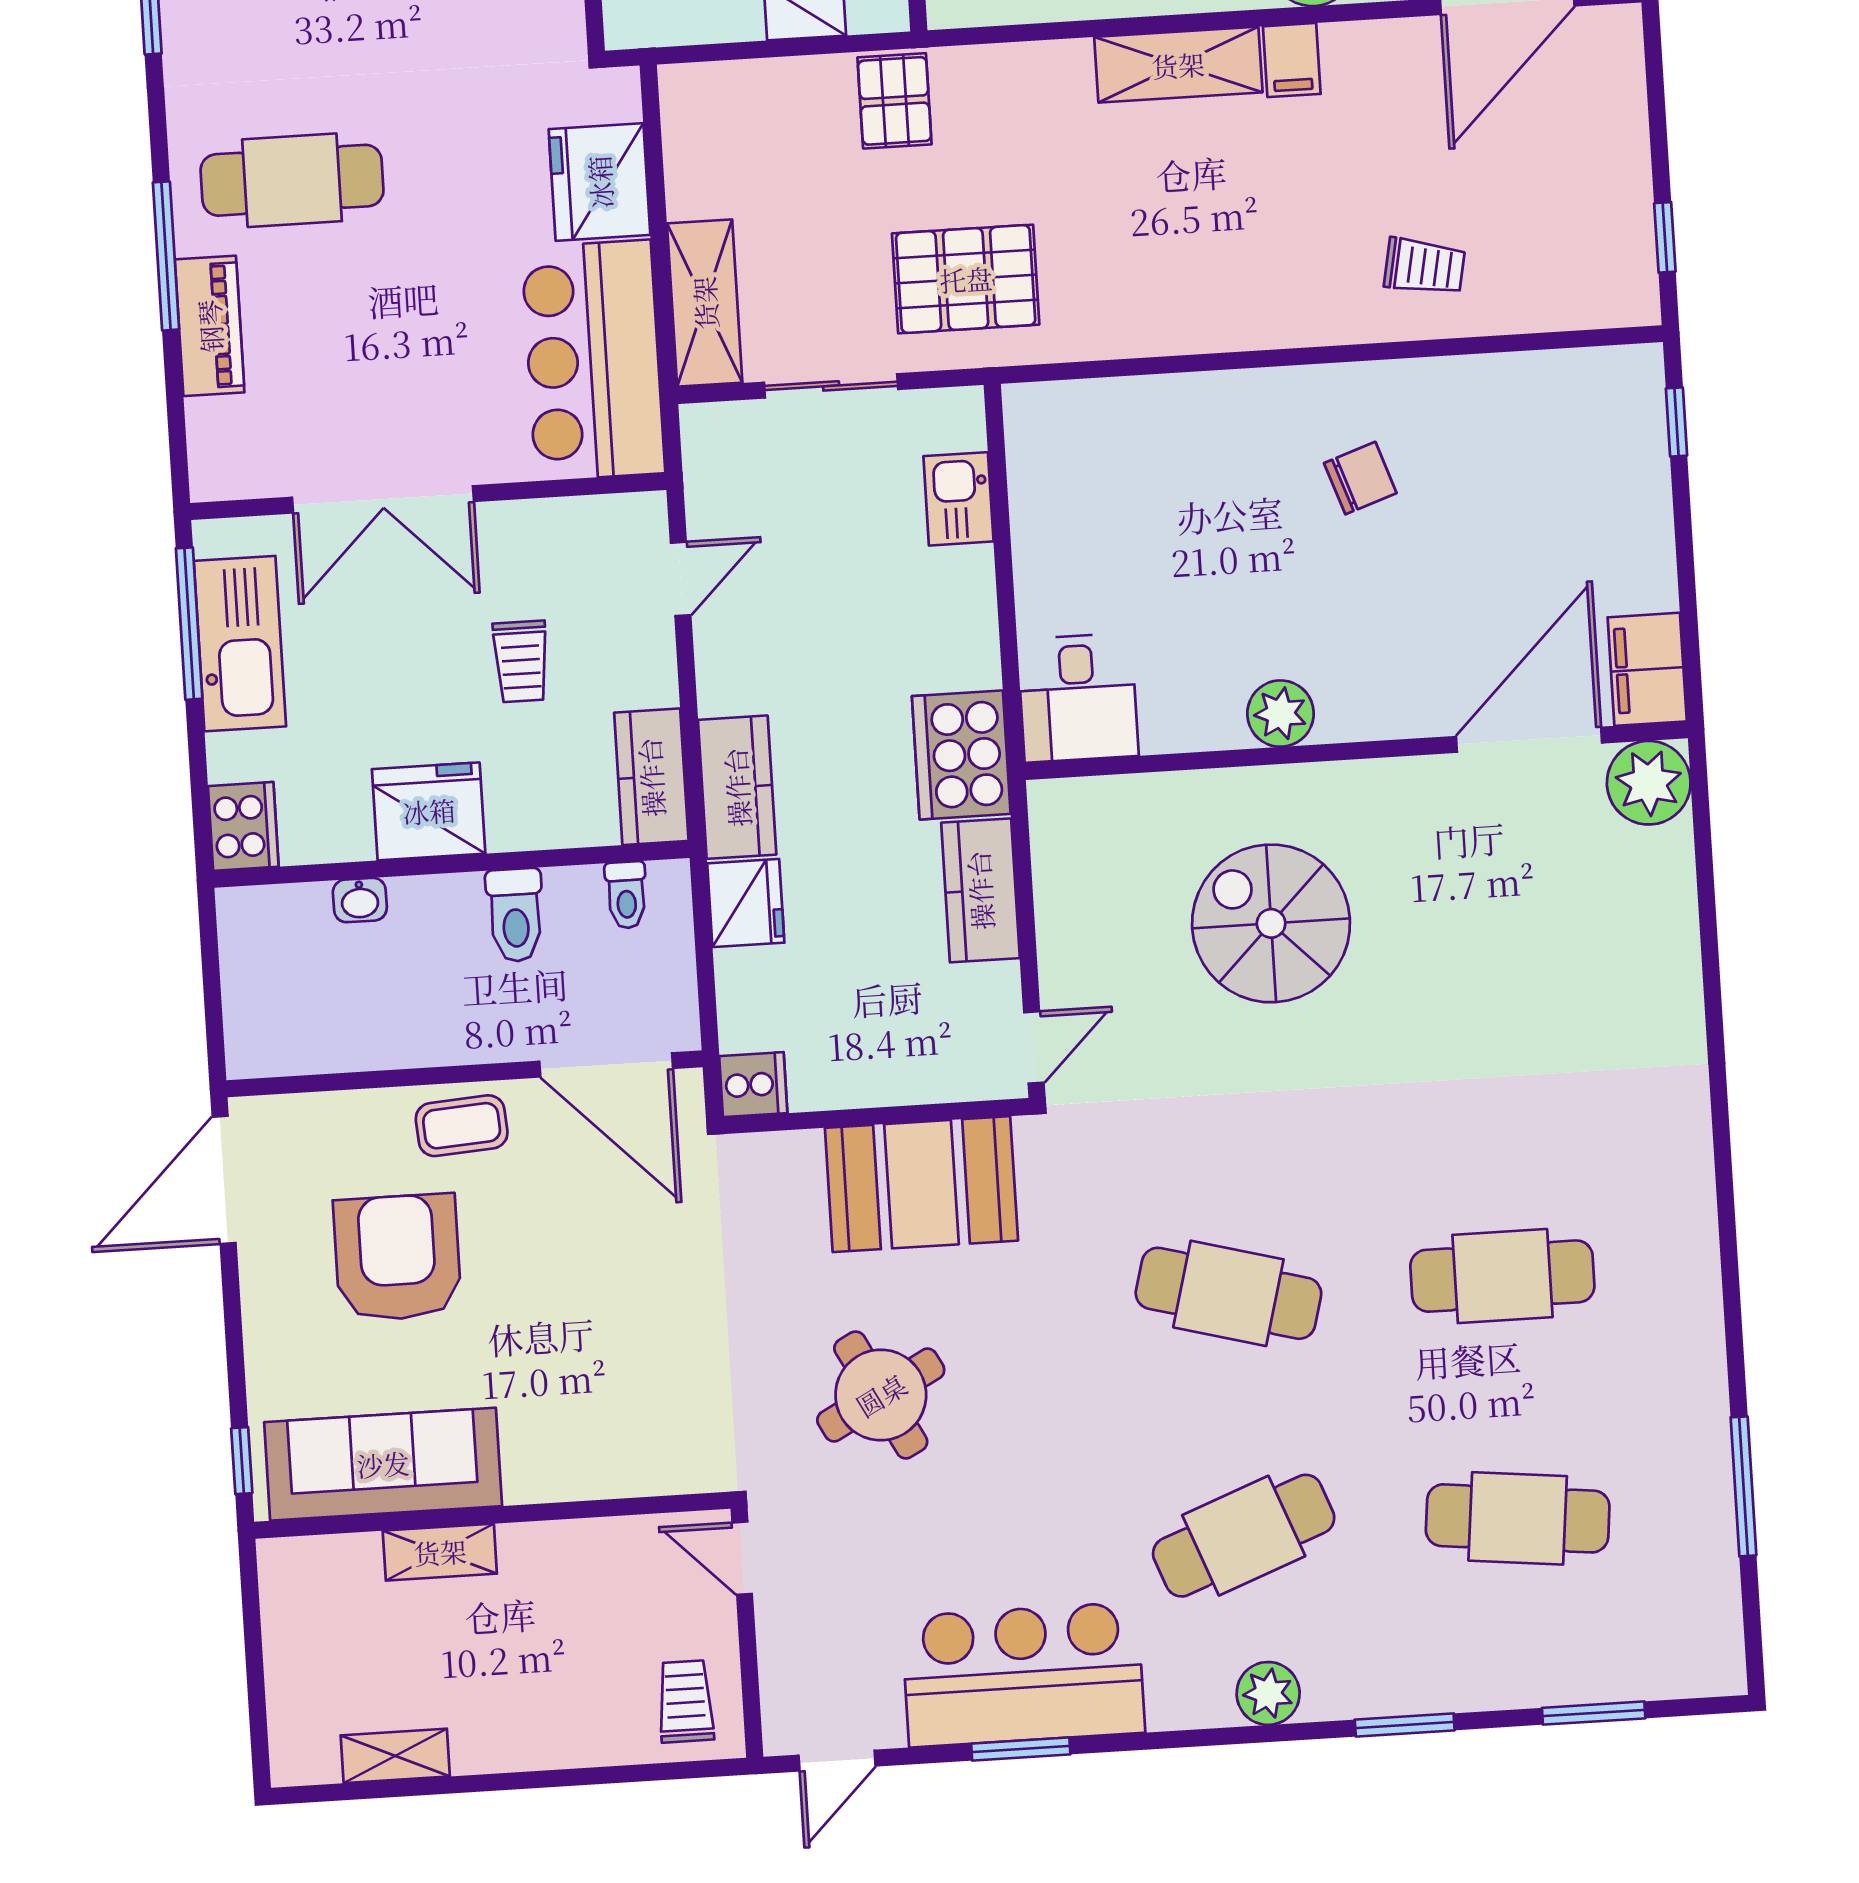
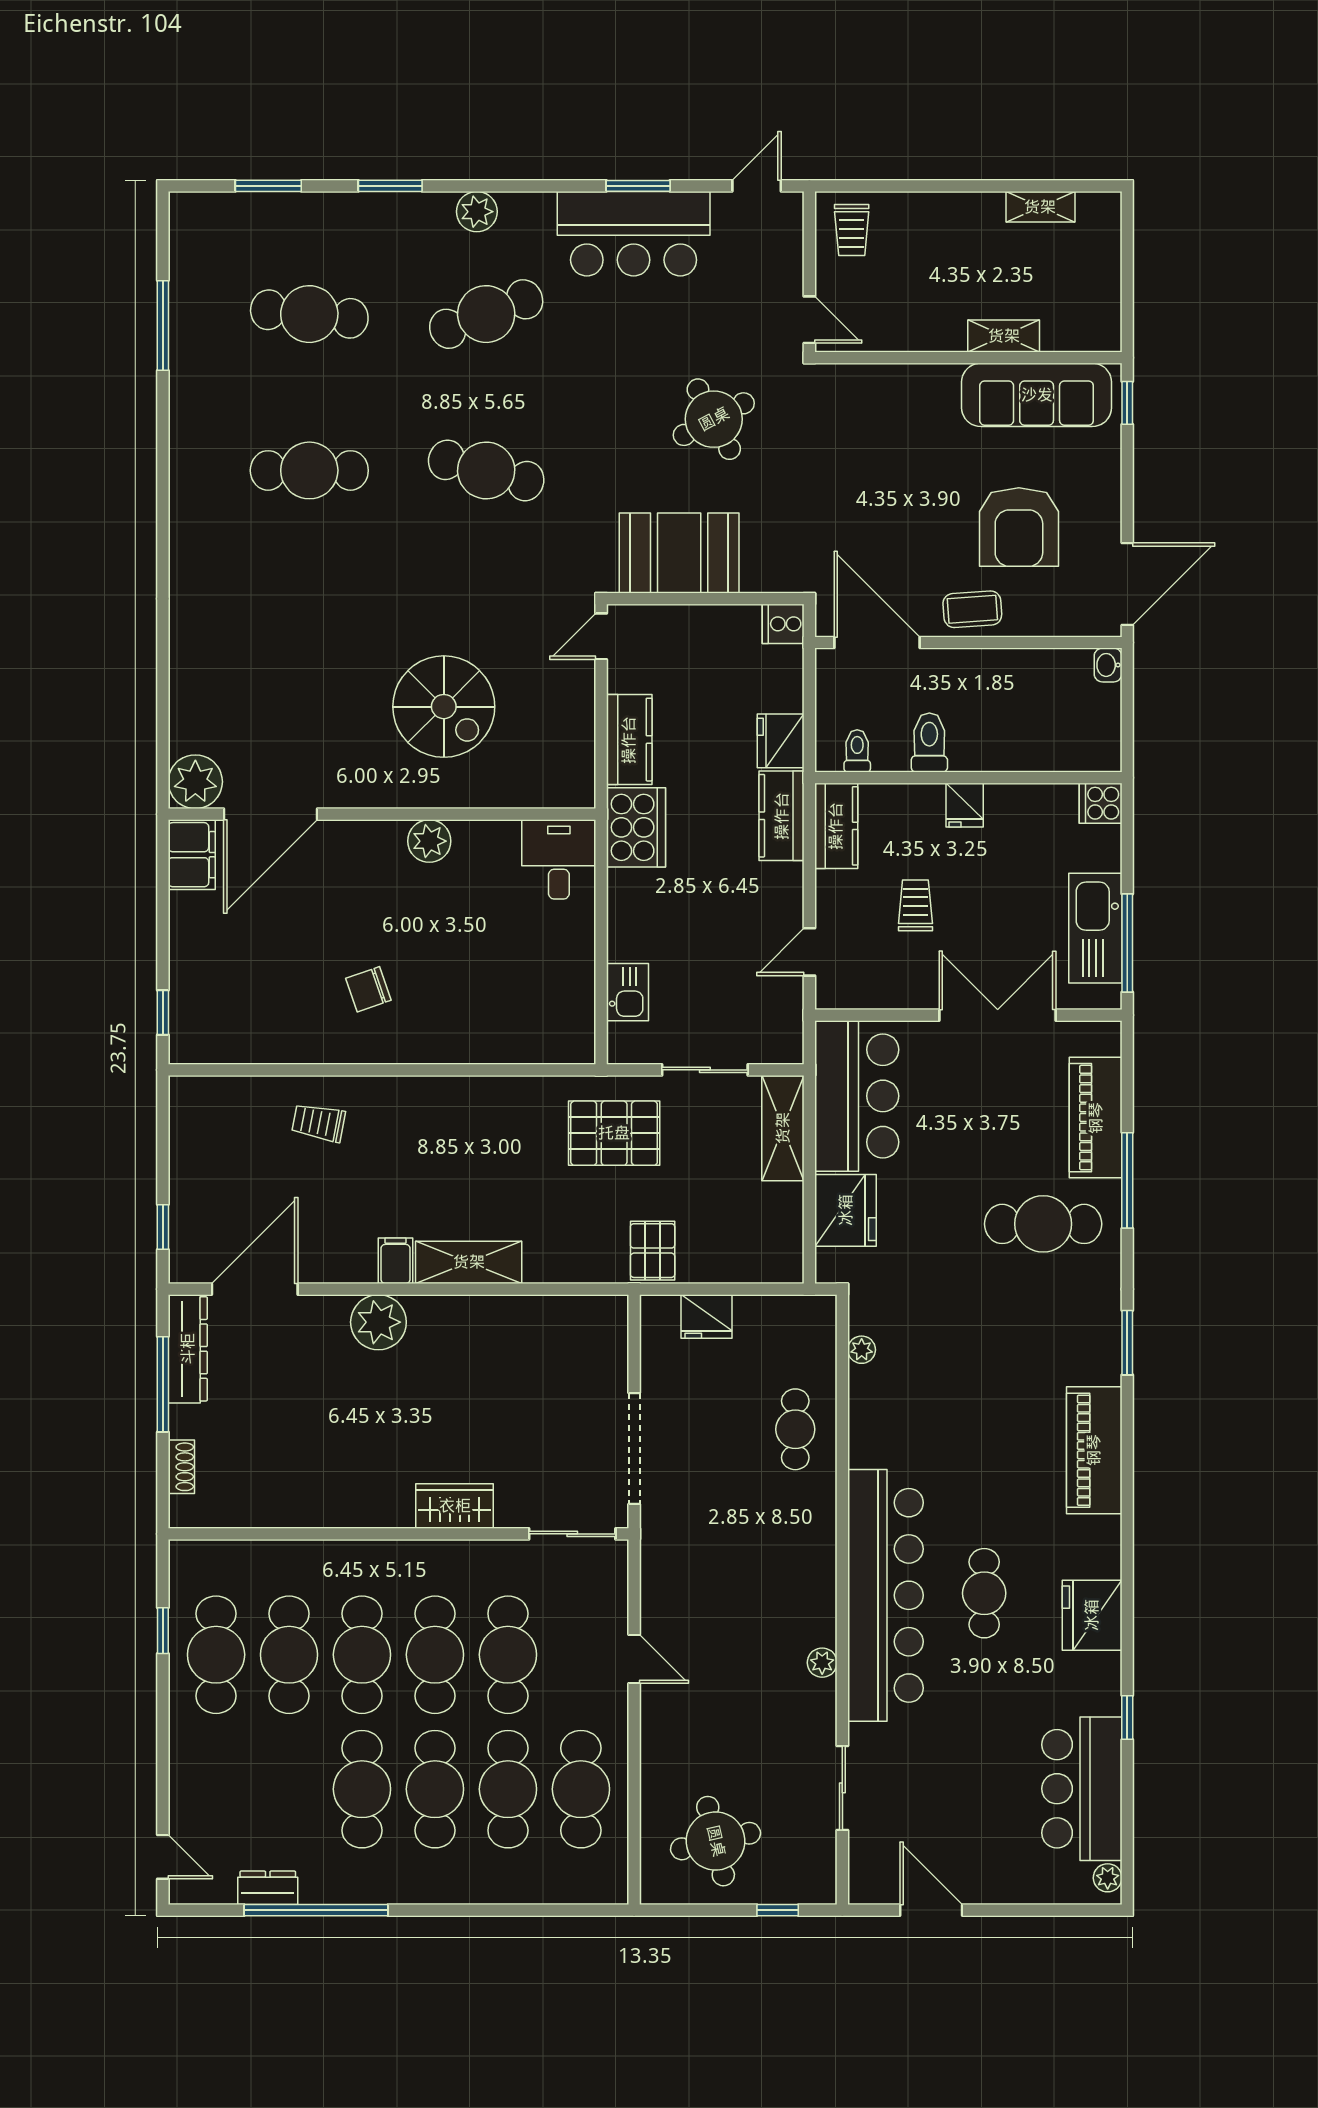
window: (1665, 237) -> (163, 1227), moved
piano: (210, 326) -> (1096, 1118), width x1.37, depth x1.33
fridge: (429, 811) -> (965, 805), width x0.53, depth x0.75
cooker: (243, 826) -> (1101, 803), width x0.73
washbasin: (360, 900) -> (1108, 665), moved, turned -90

